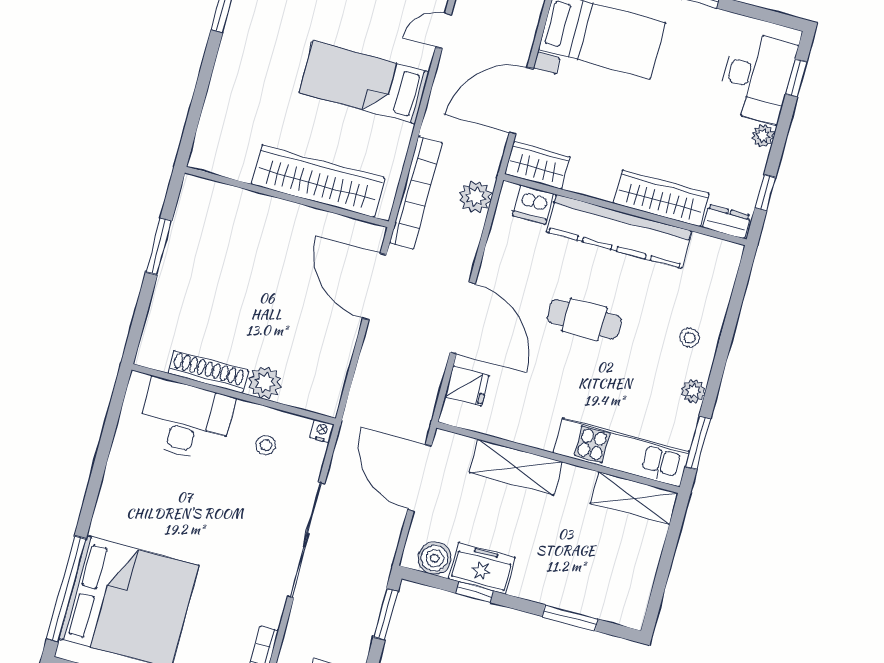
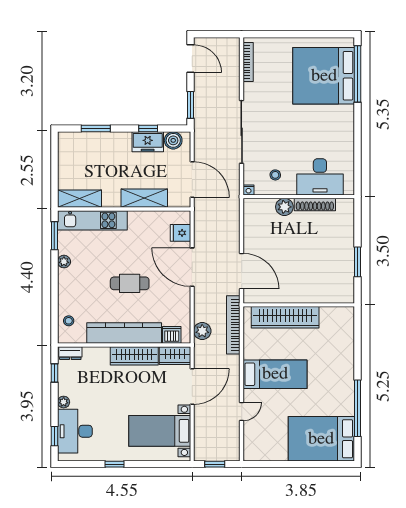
wardrobe: (661, 198) -> (134, 356), moved
stool: (690, 338) -> (69, 321), moved

